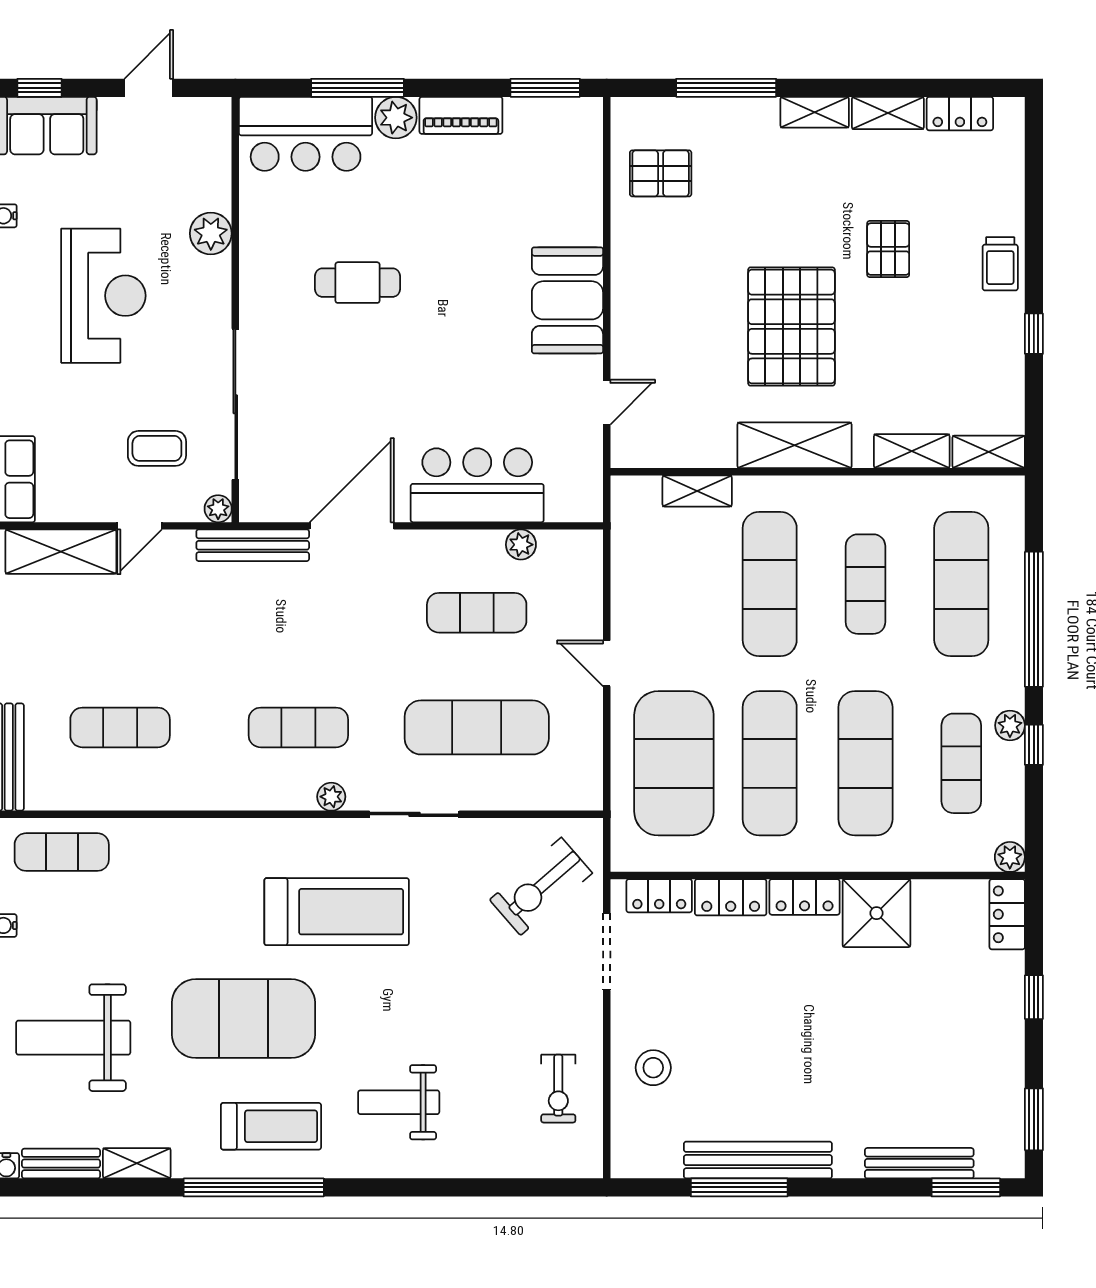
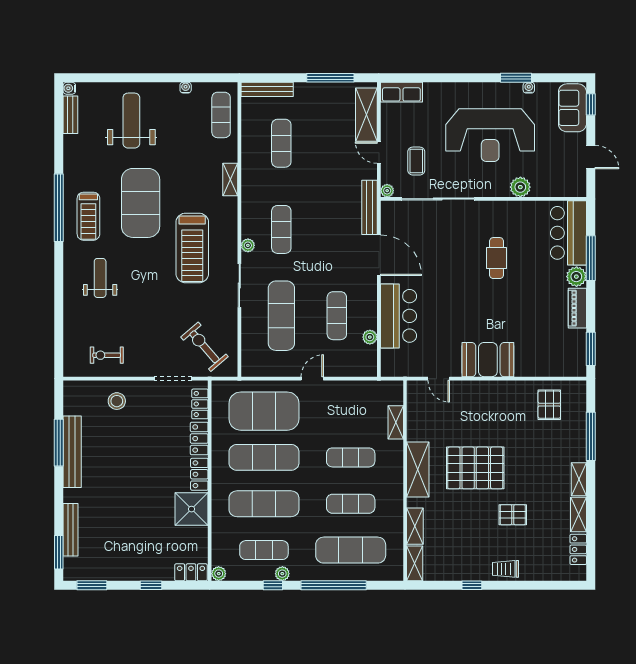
reception desk: (103, 296) -> (490, 135), width x1.36, depth x1.30
exercise mat: (770, 584) -> (351, 457), width x0.73, depth x0.69
shelving: (137, 1163) -> (230, 179), moved

